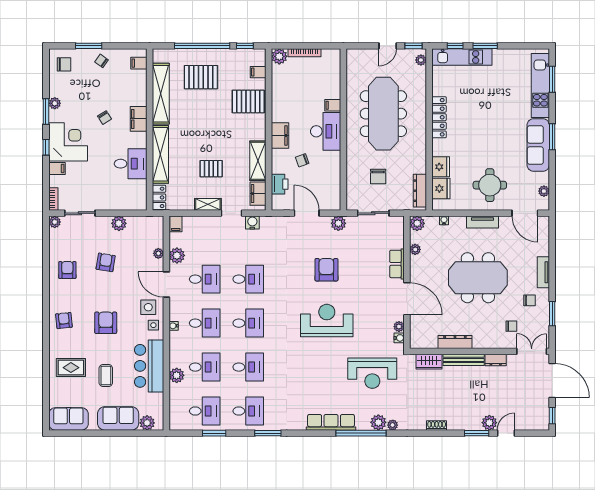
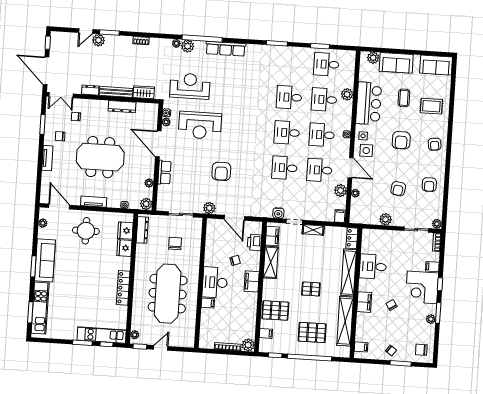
pallet: (211, 169) -> (311, 289), moved
reception desk: (327, 321) -> (200, 125), moved
desk: (248, 411) -> (291, 62), removed

